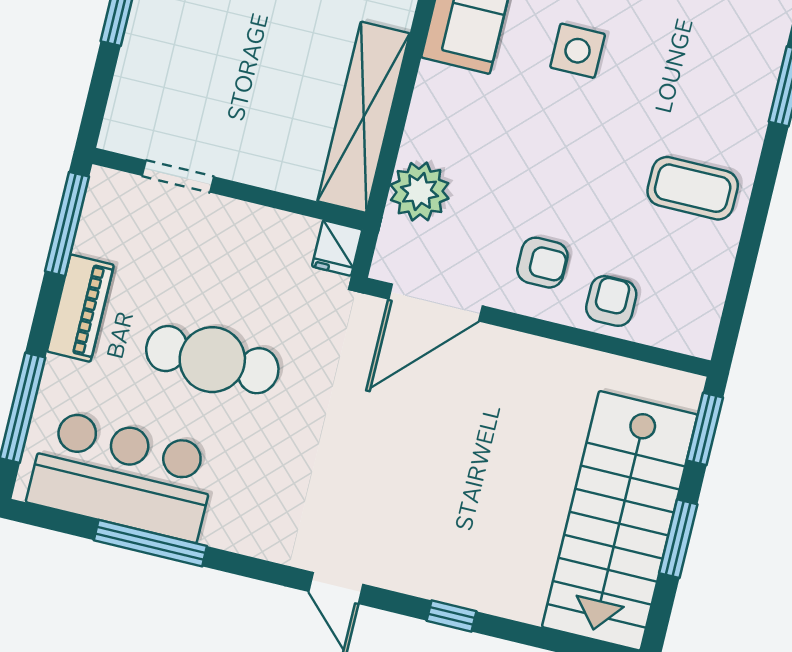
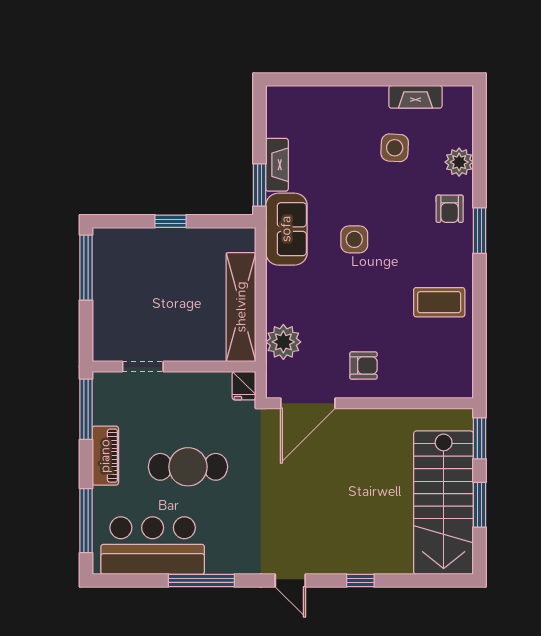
armchair: (611, 301) -> (450, 209), moved, turned 180
window: (150, 543) -> (201, 580), moved

